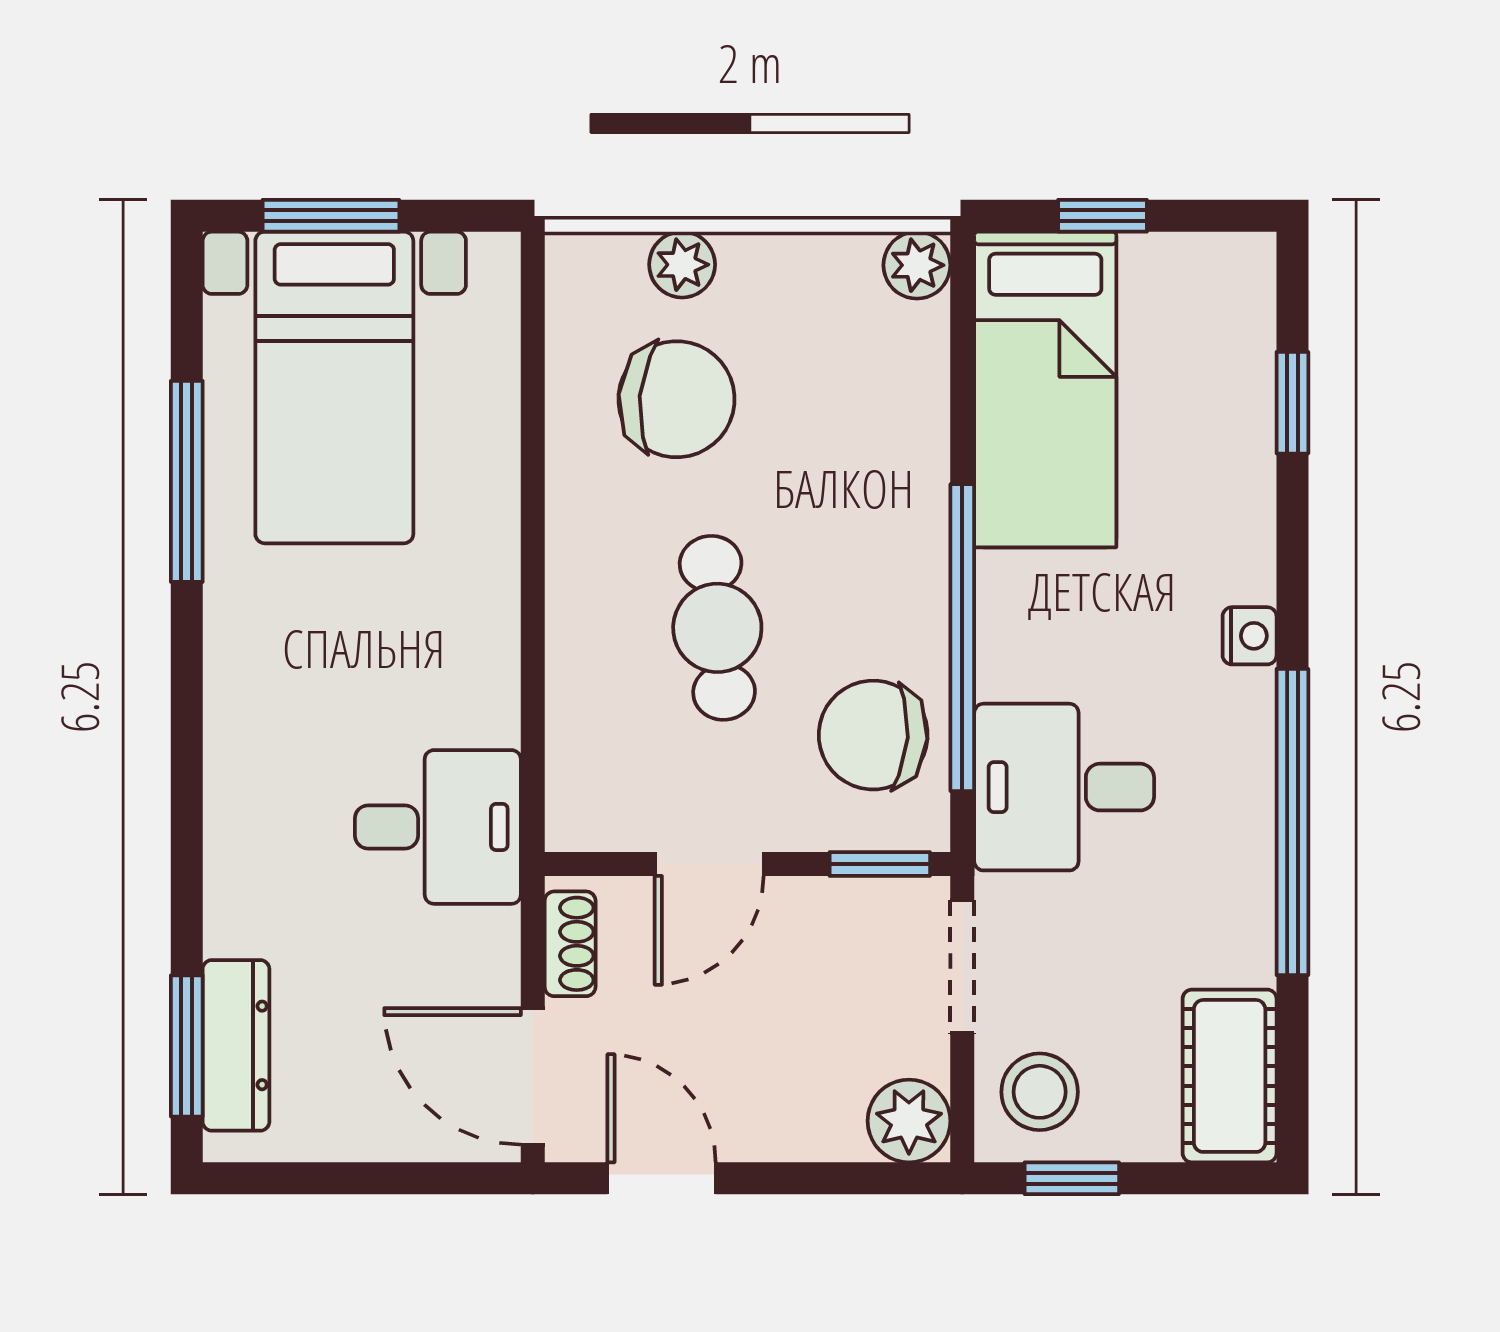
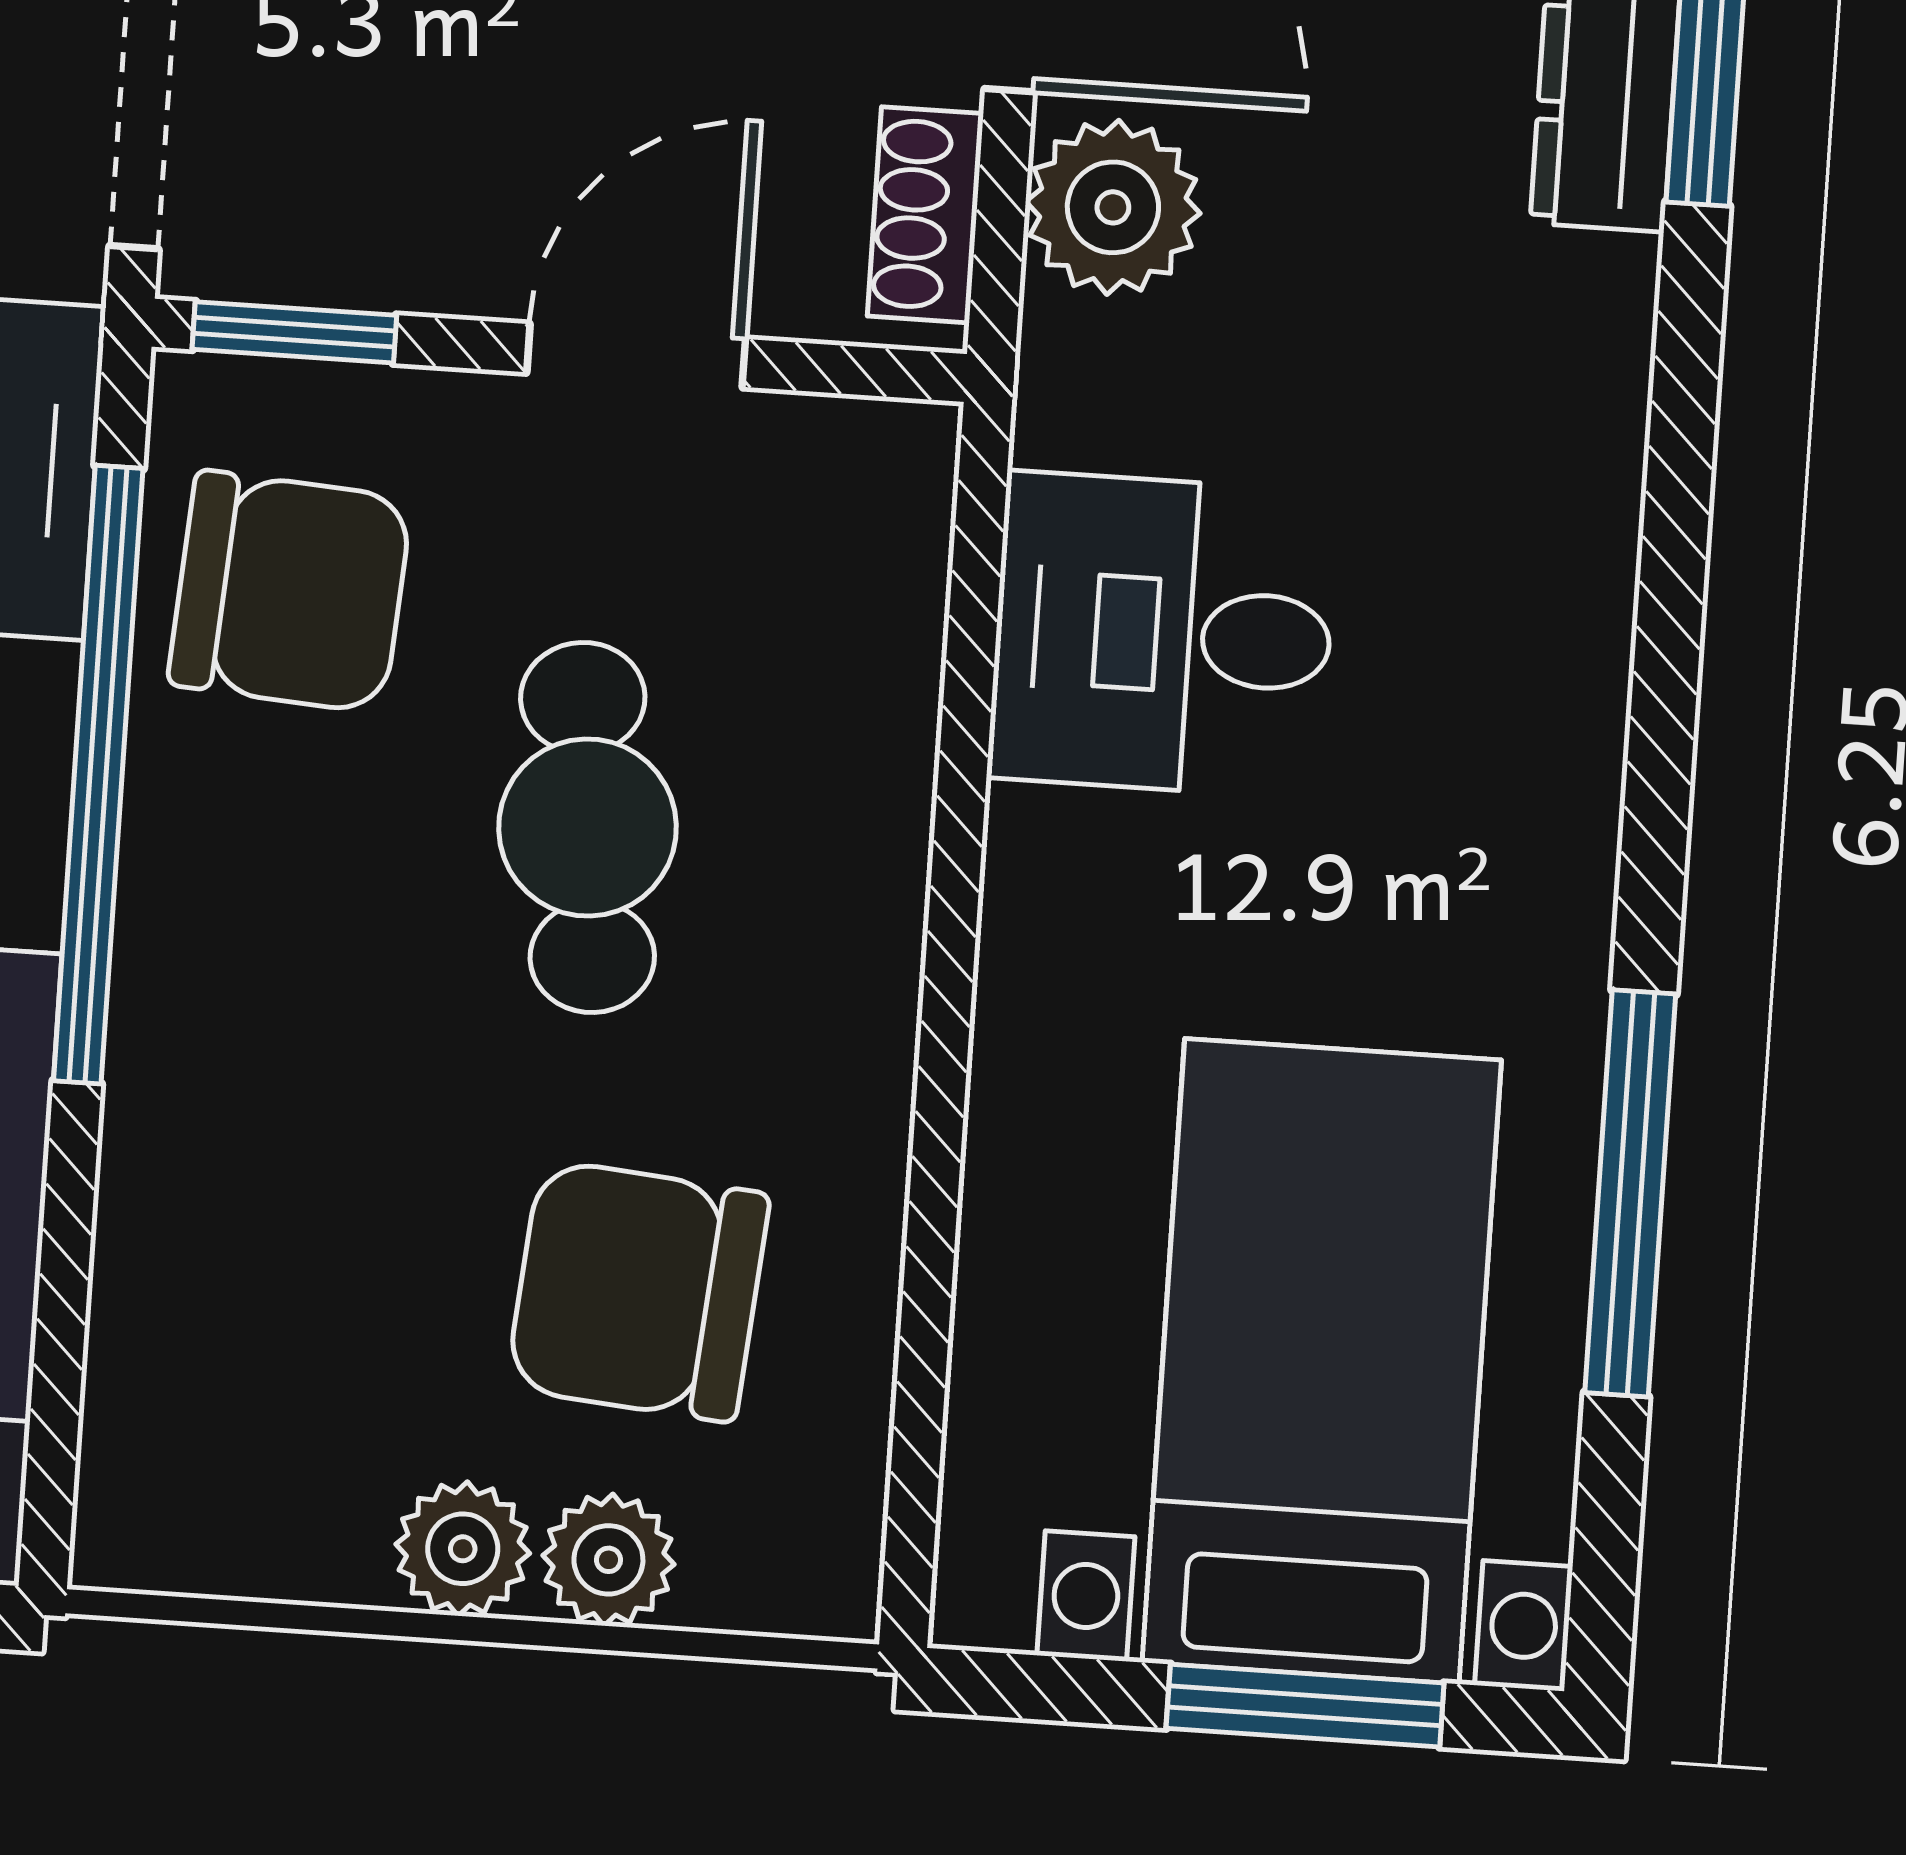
plant: (917, 265) -> (463, 1549), moved
desk: (438, 827) -> (1163, 635), moved
plant: (477, 954) -> (1113, 207), added

